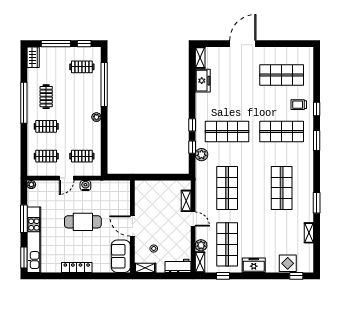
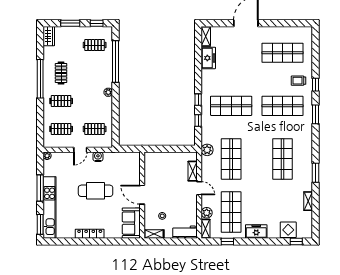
window: (56, 44) -> (70, 23), width x0.69
plant: (202, 155) -> (207, 150), moved

